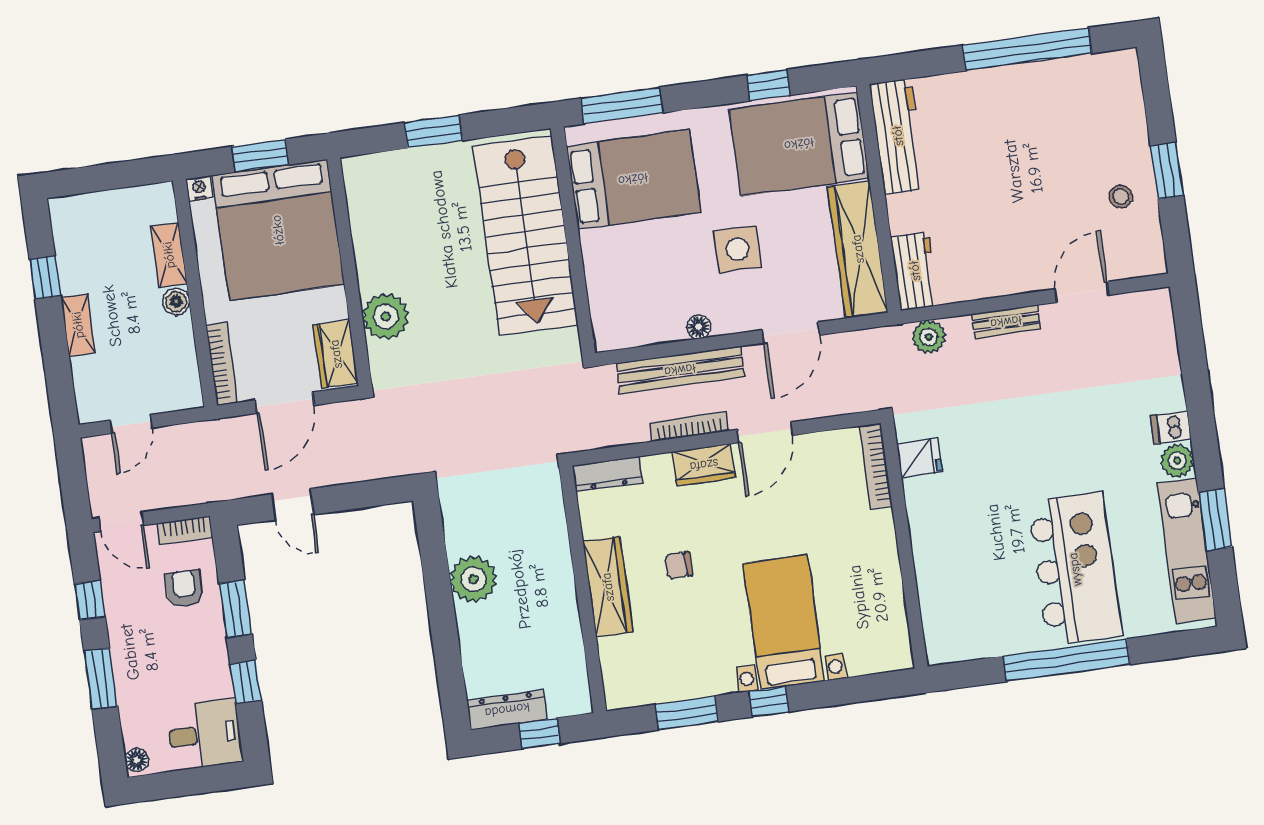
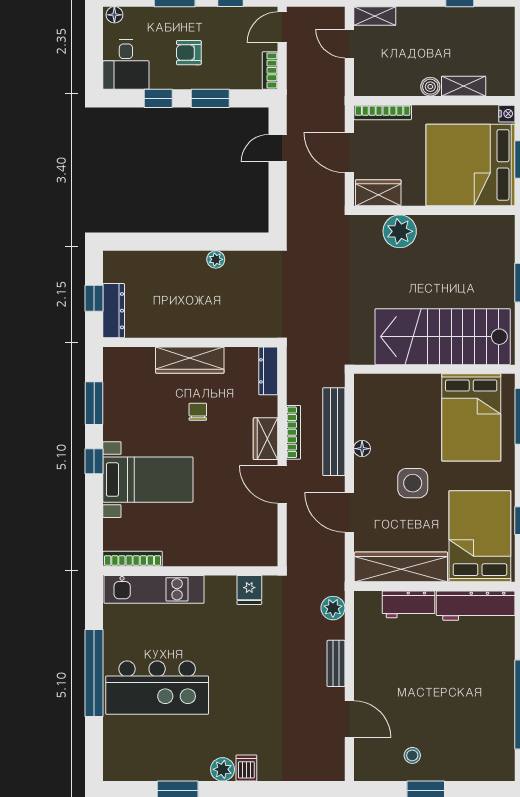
workbench: (915, 271) -> (408, 604), moved
shelving: (78, 325) -> (375, 16), moved
bookcase: (876, 466) -> (133, 559), moved
kitchen unit: (1187, 551) -> (154, 589), moved, turned 180
plant: (474, 579) -> (216, 259), width x0.53, depth x0.53
armchair: (184, 589) -> (189, 53), moved, turned 180
dresser: (507, 710) -> (114, 311), moved

